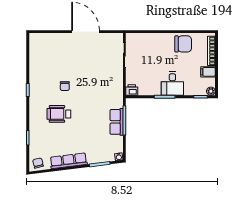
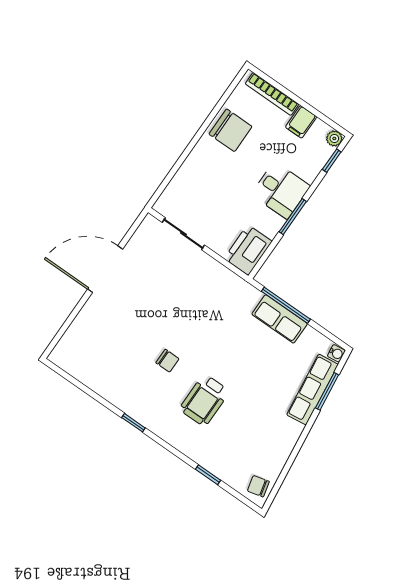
chair: (183, 44) -> (231, 130), turned 90
printer: (132, 90) -> (248, 250), width x1.87, depth x1.48
row of seats: (69, 161) -> (312, 390), moved

